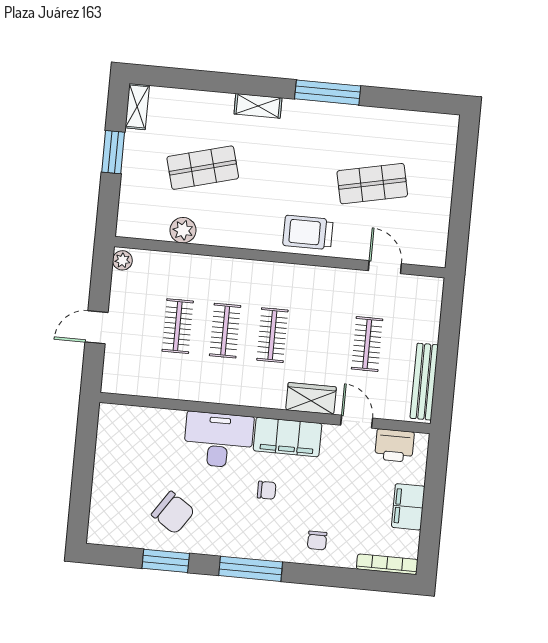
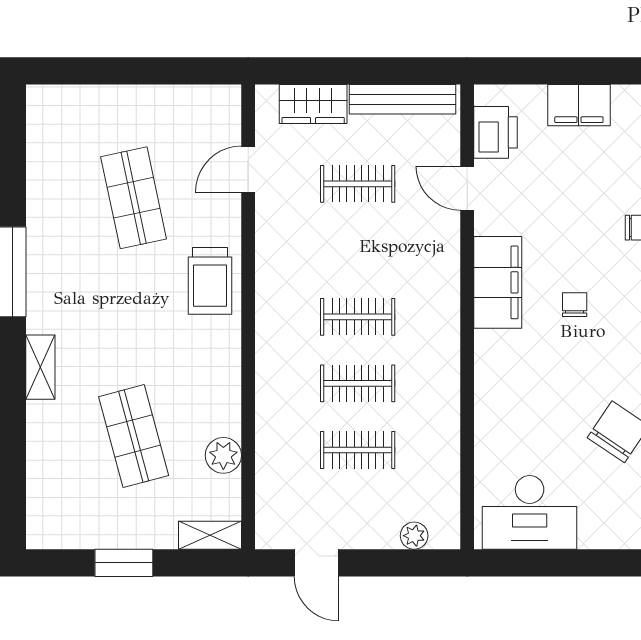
shelving: (137, 107) -> (210, 535), moved
plant: (122, 260) -> (414, 536), moved
door: (97, 327) -> (316, 563), moved
wardrobe: (311, 398) -> (313, 104), moved, turned -90
door: (357, 422) -> (467, 188), hinge flipped
desk: (219, 440) -> (530, 512), moved, turned -90

